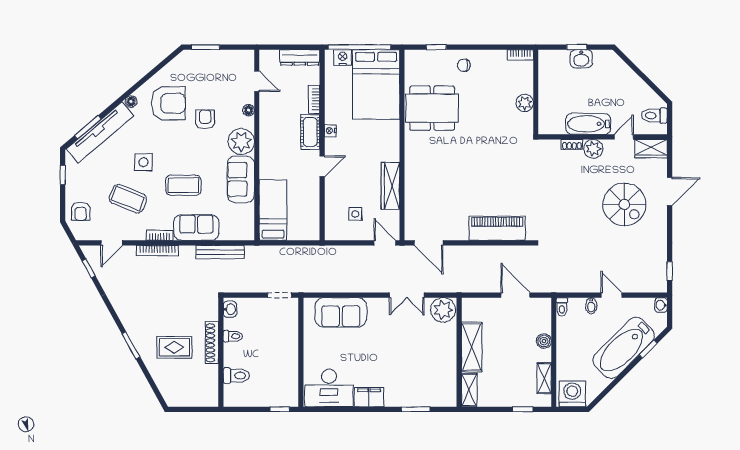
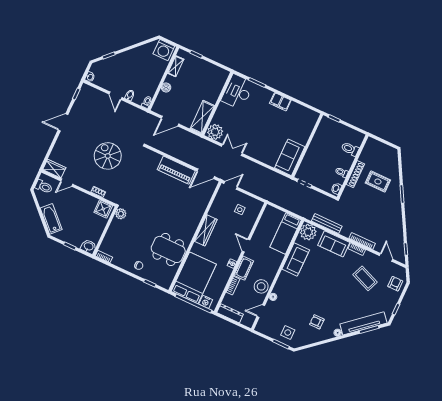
washbasin: (581, 59) -> (89, 247), moved
door: (257, 81) -> (261, 311), hinge flipped
armchair: (168, 103) -> (317, 322), width x0.53, depth x0.53
plant: (525, 103) -> (121, 214), moved
stool: (273, 117) -> (261, 286), added
armchair: (205, 119) -> (300, 303), removed
shower: (553, 123) -> (103, 209), added
bathtub: (588, 124) -> (51, 219), moved, turned -135
plant: (241, 142) -> (308, 232), moved
plant: (593, 149) -> (87, 184), removed
side table: (143, 162) -> (288, 333), moved
door: (322, 166) -> (246, 245), hinge flipped
coffee table: (183, 185) -> (330, 271), removed
wardrobe: (390, 186) -> (206, 230), moved
door: (670, 192) -> (63, 122), moved
spiral stairs: (624, 204) -> (108, 156), moved
piano: (497, 228) -> (176, 170), moved
door: (112, 243) -> (386, 257), hinge flipped
door: (385, 243) -> (231, 185), swing flipped
door: (429, 243) -> (206, 174), swing flipped
door: (516, 295) -> (170, 121), hinge flipped
sofa: (341, 312) -> (290, 157), moved, turned -90
shelving: (472, 347) -> (202, 117), moved
bathtub: (624, 348) -> (122, 63), removed
desk: (329, 388) -> (237, 92), moved, turned -90
shelving: (469, 390) -> (222, 79), removed

